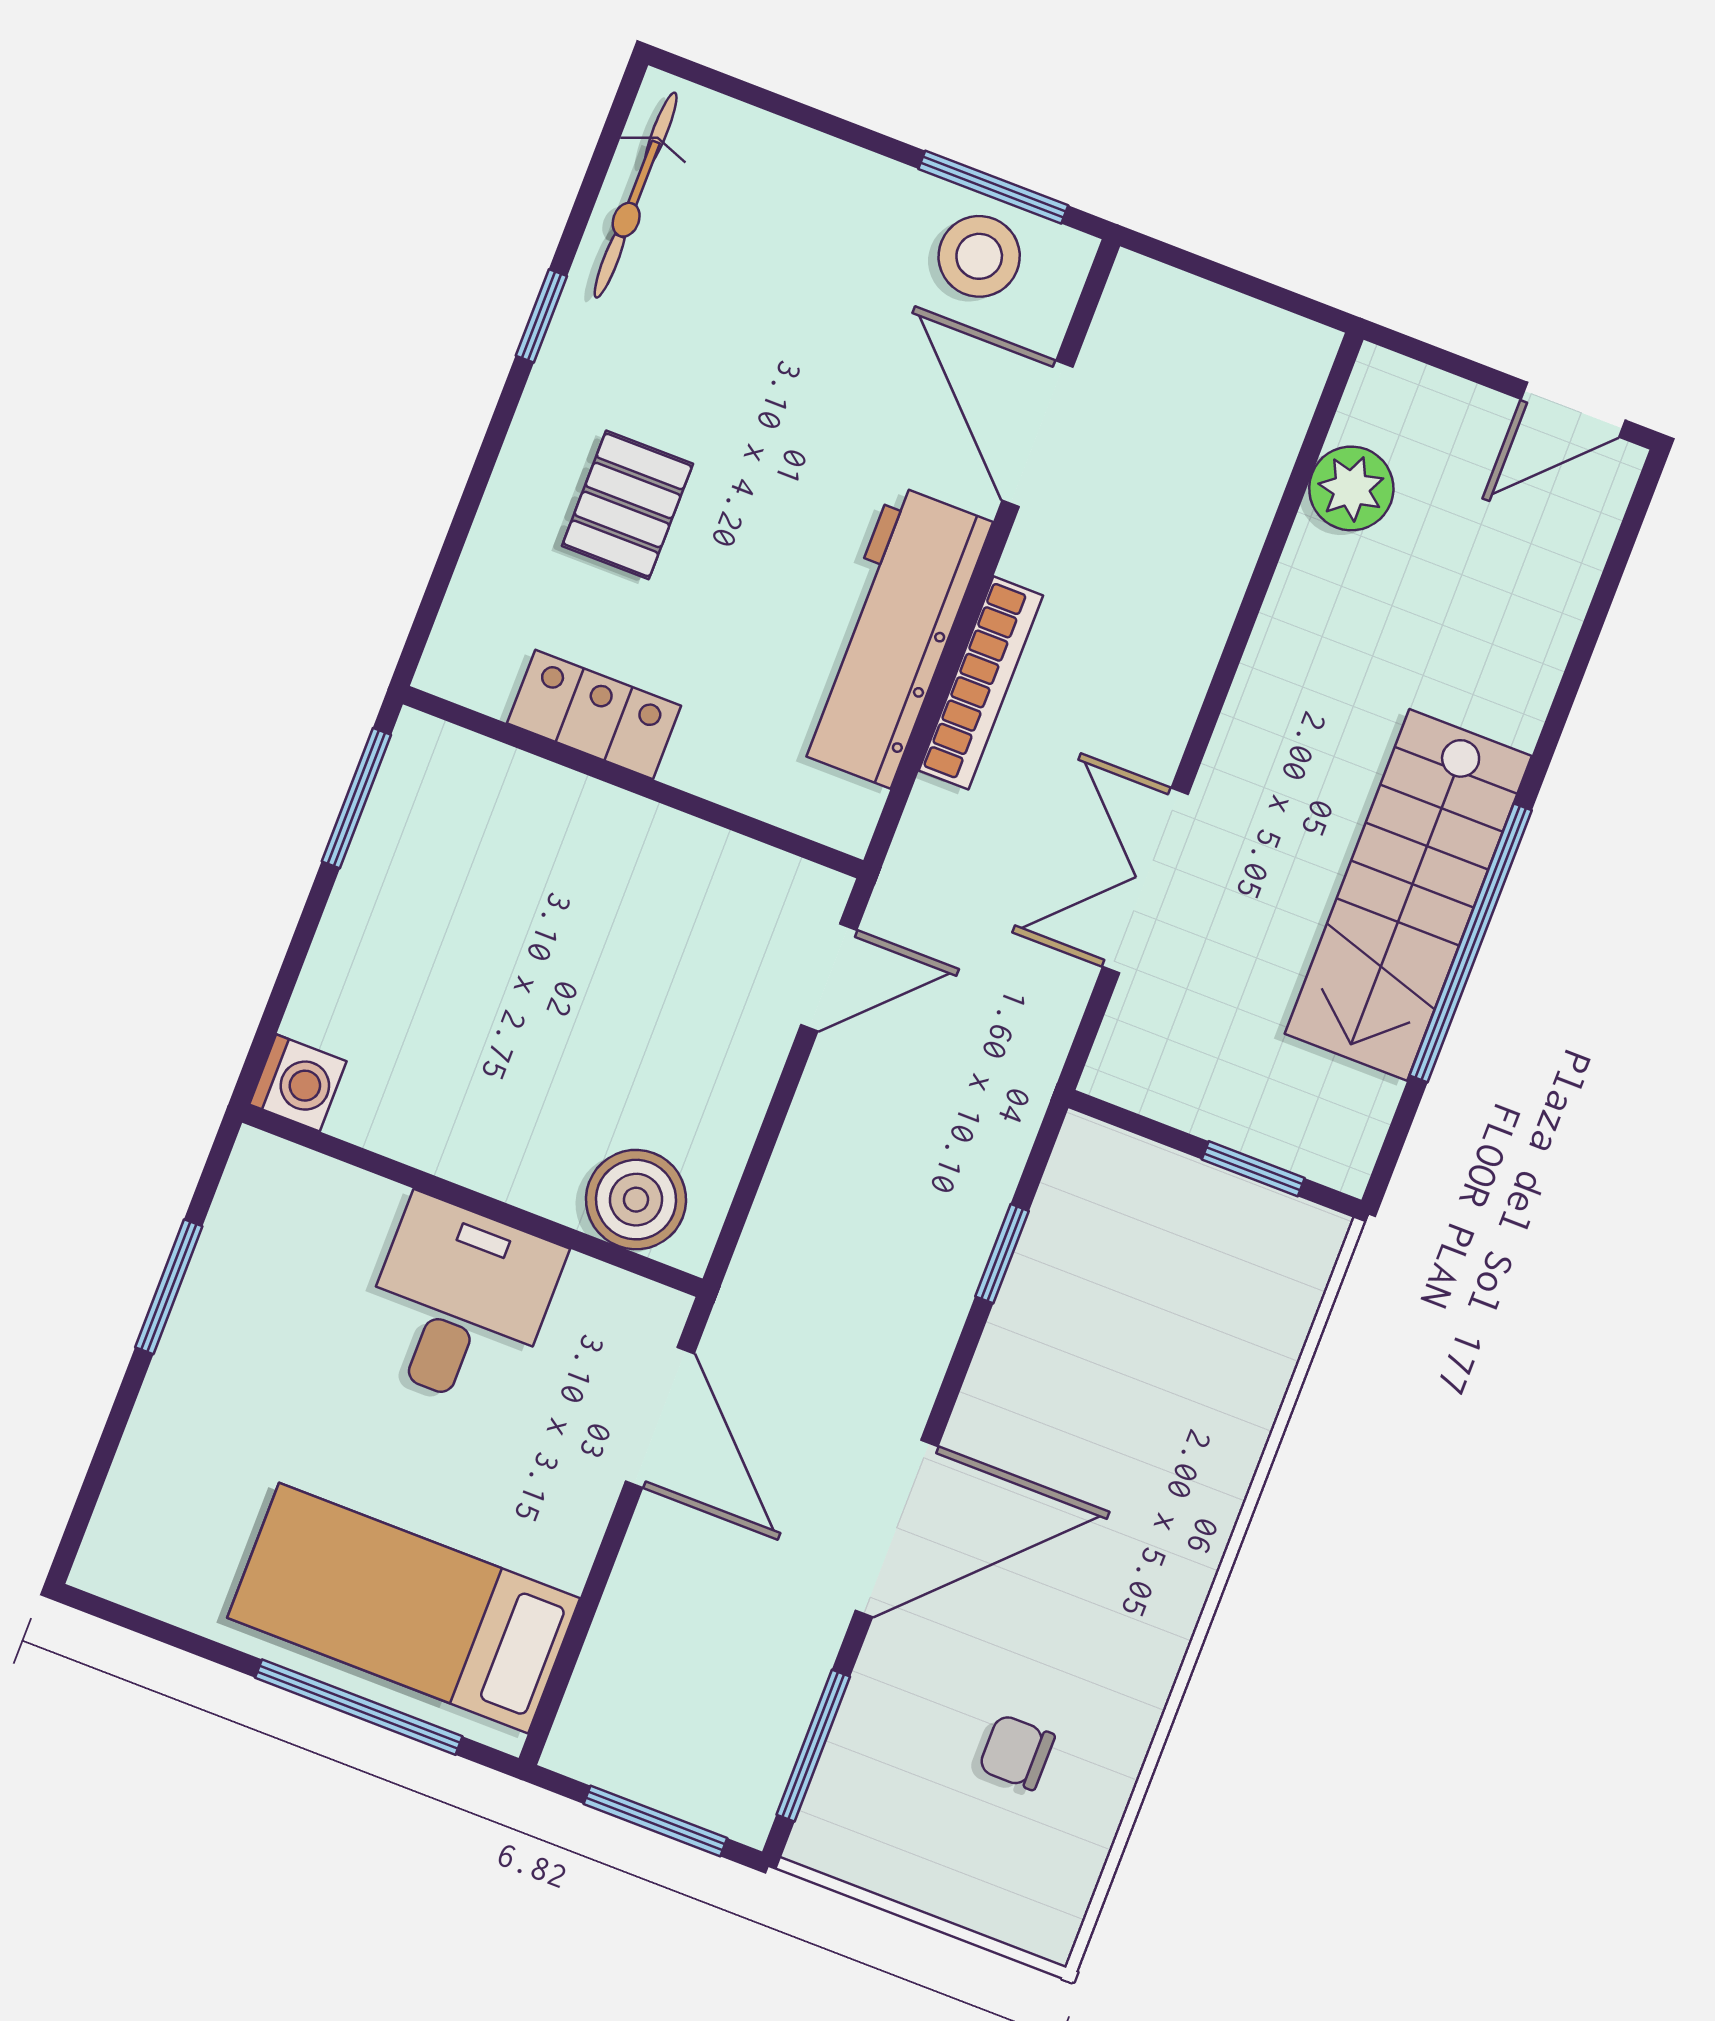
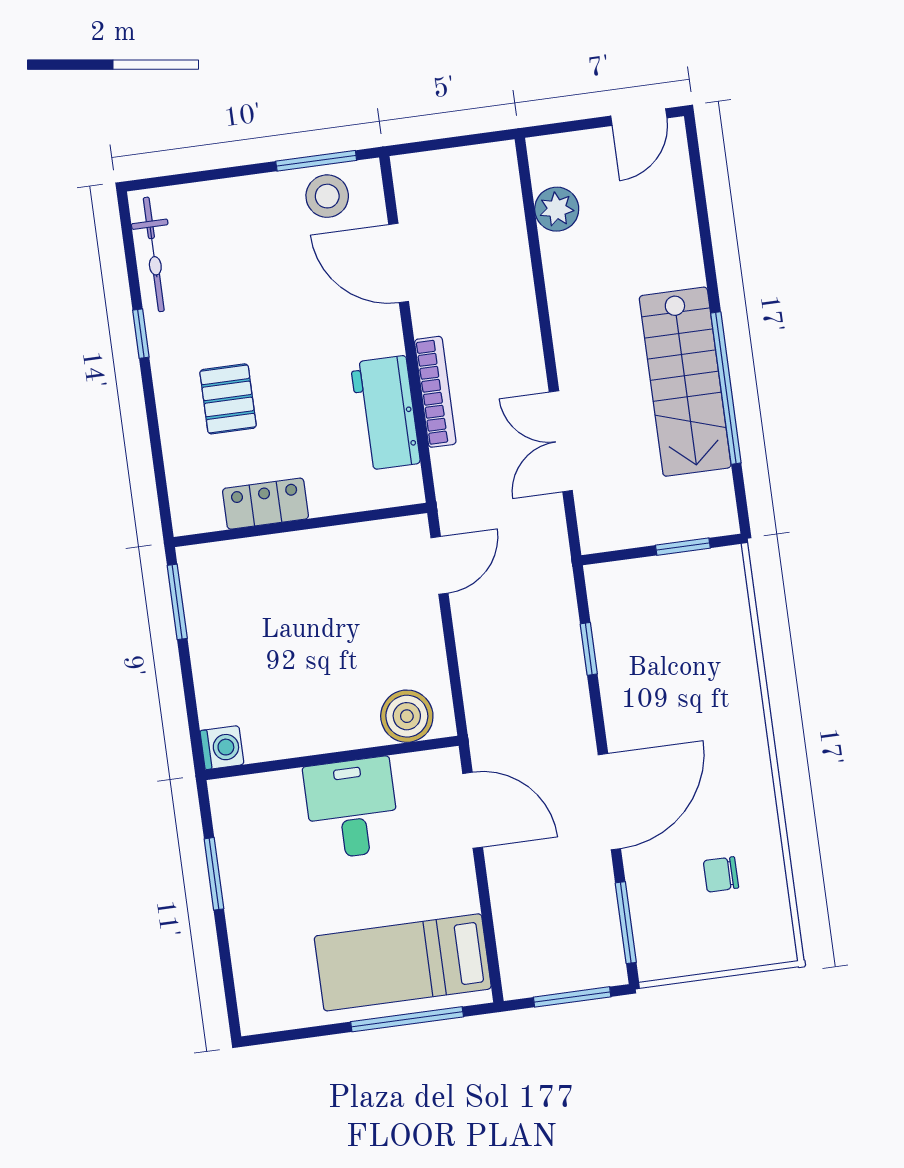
workbench: (892, 636) -> (385, 413), width x0.73

